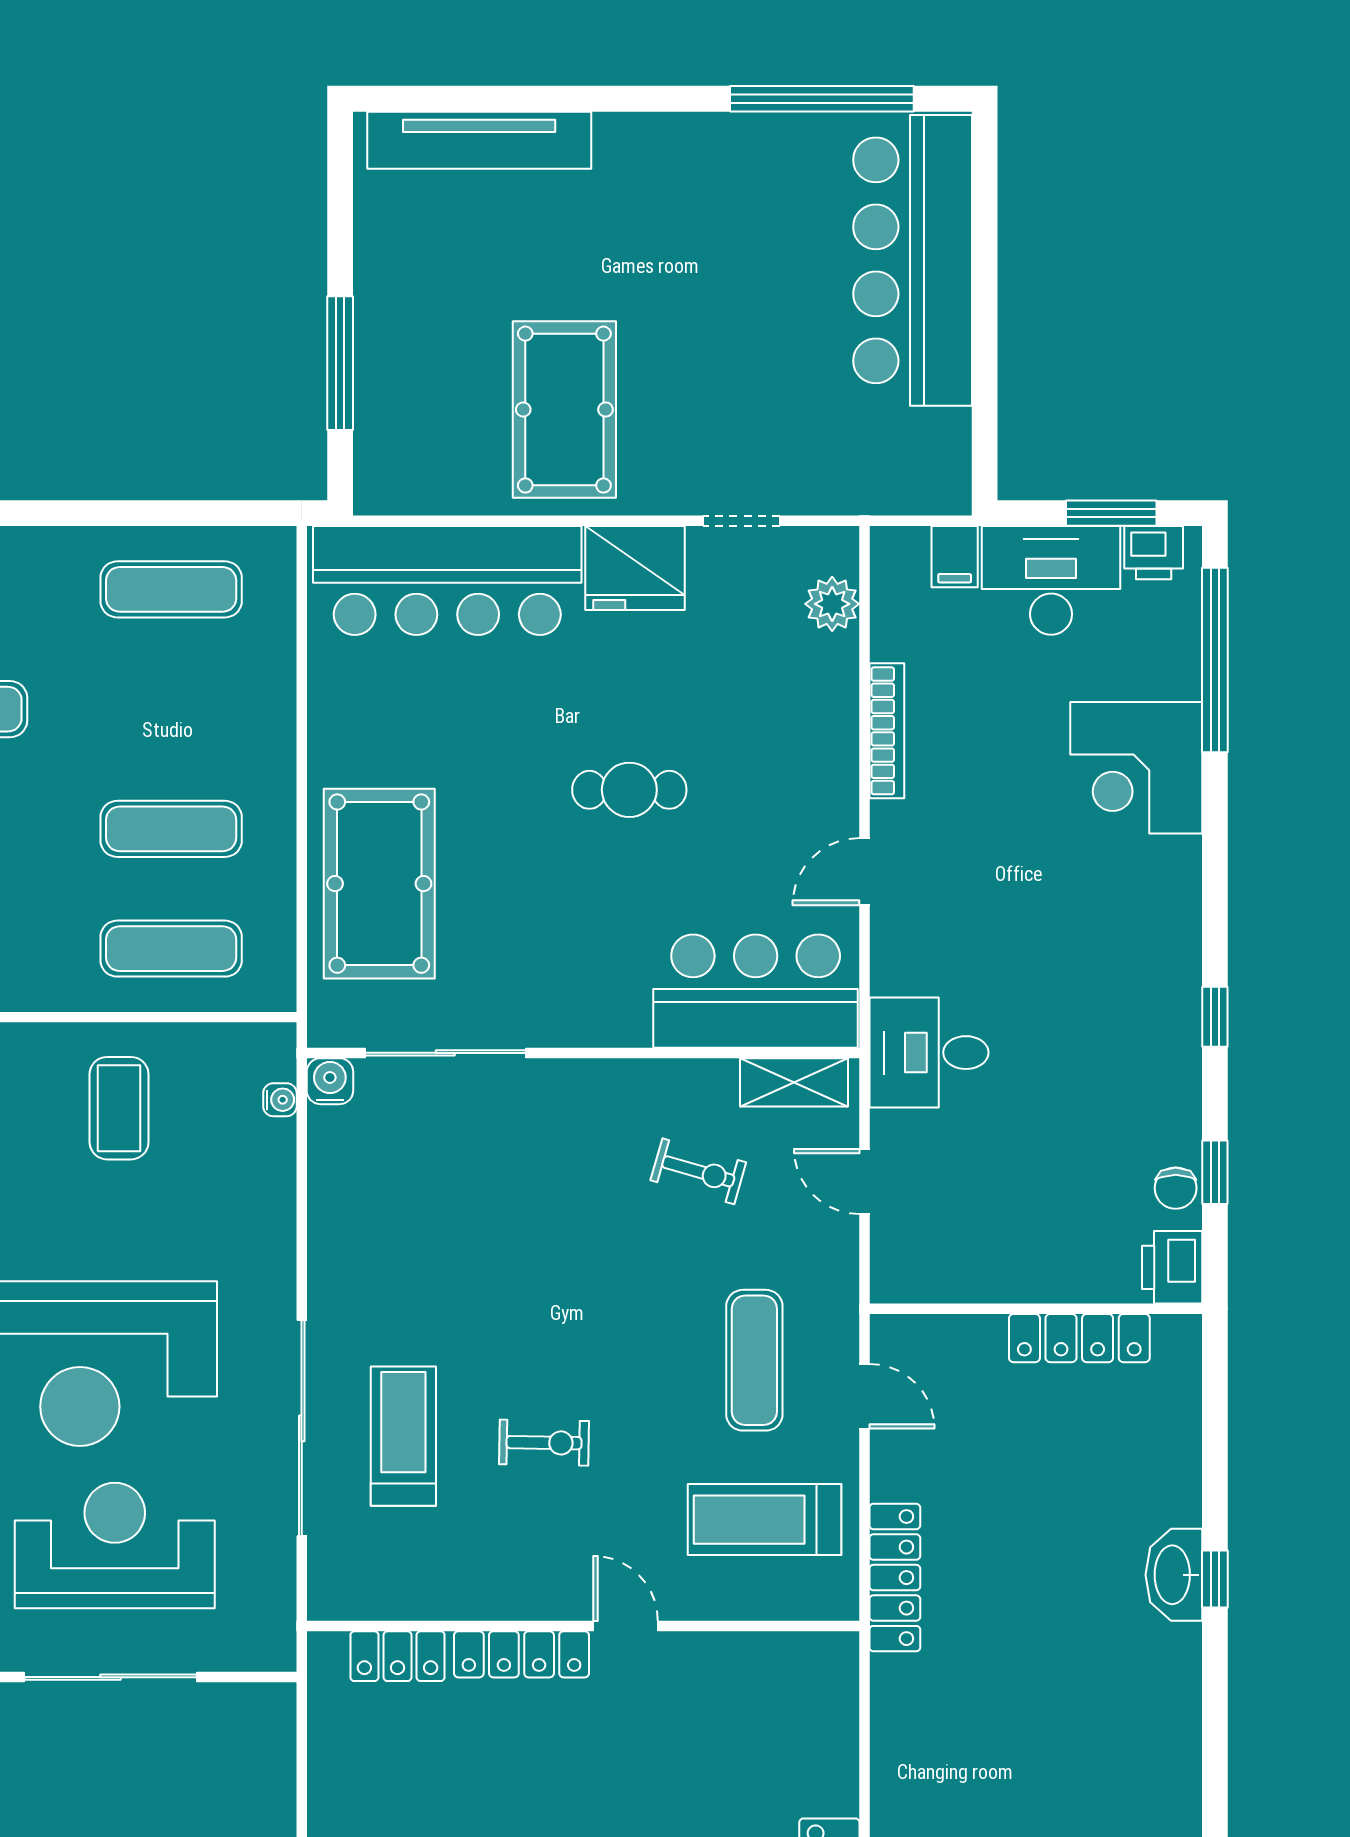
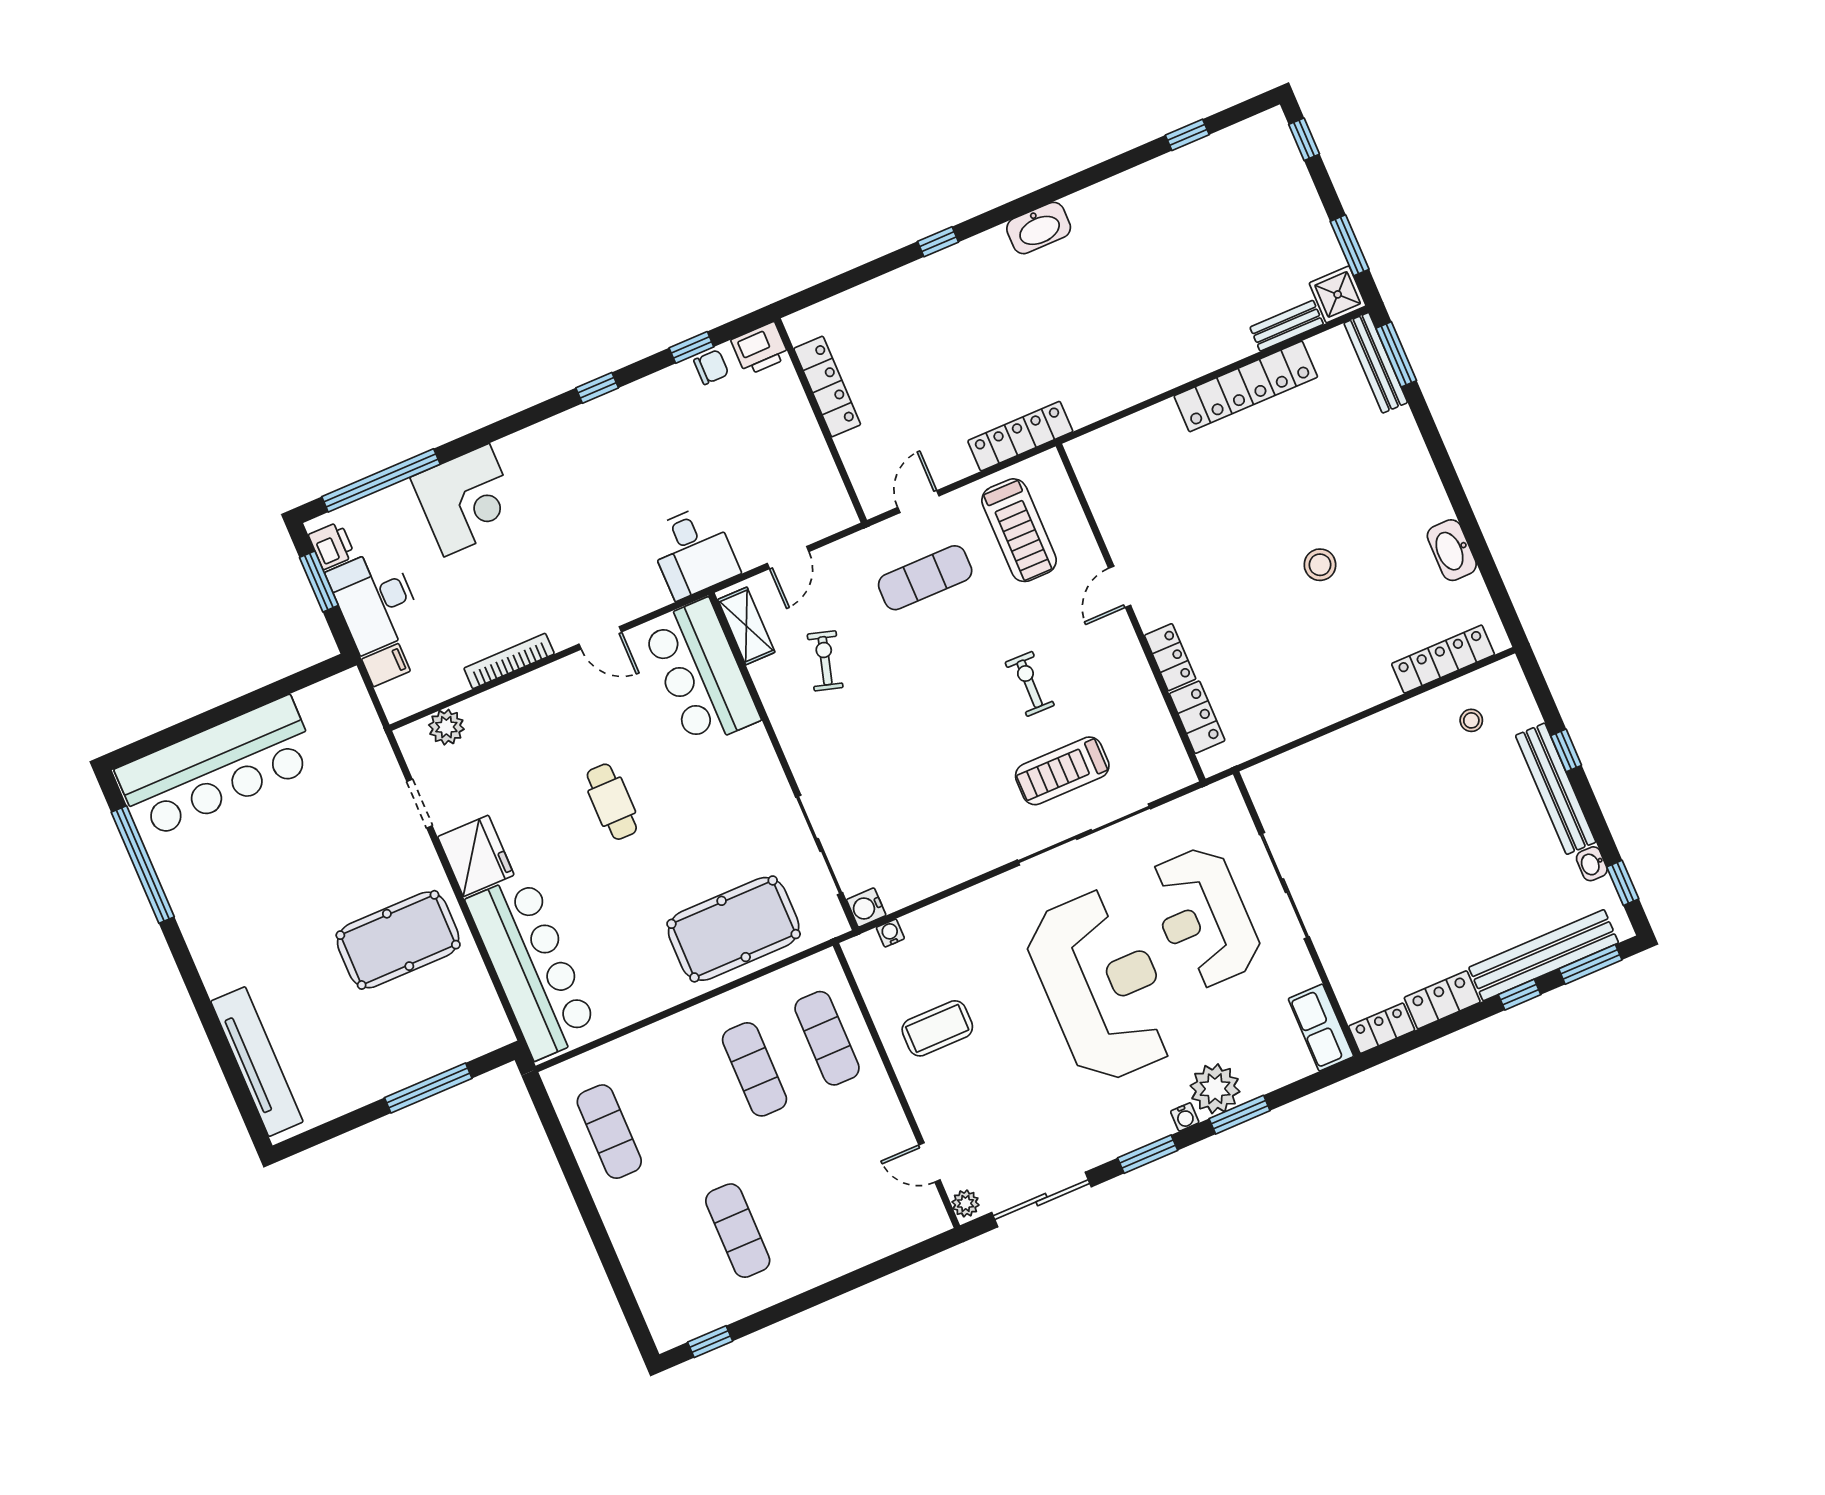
washbasin: (1174, 1575) -> (1039, 228), moved
locker: (521, 1654) -> (1170, 657), width x0.66

